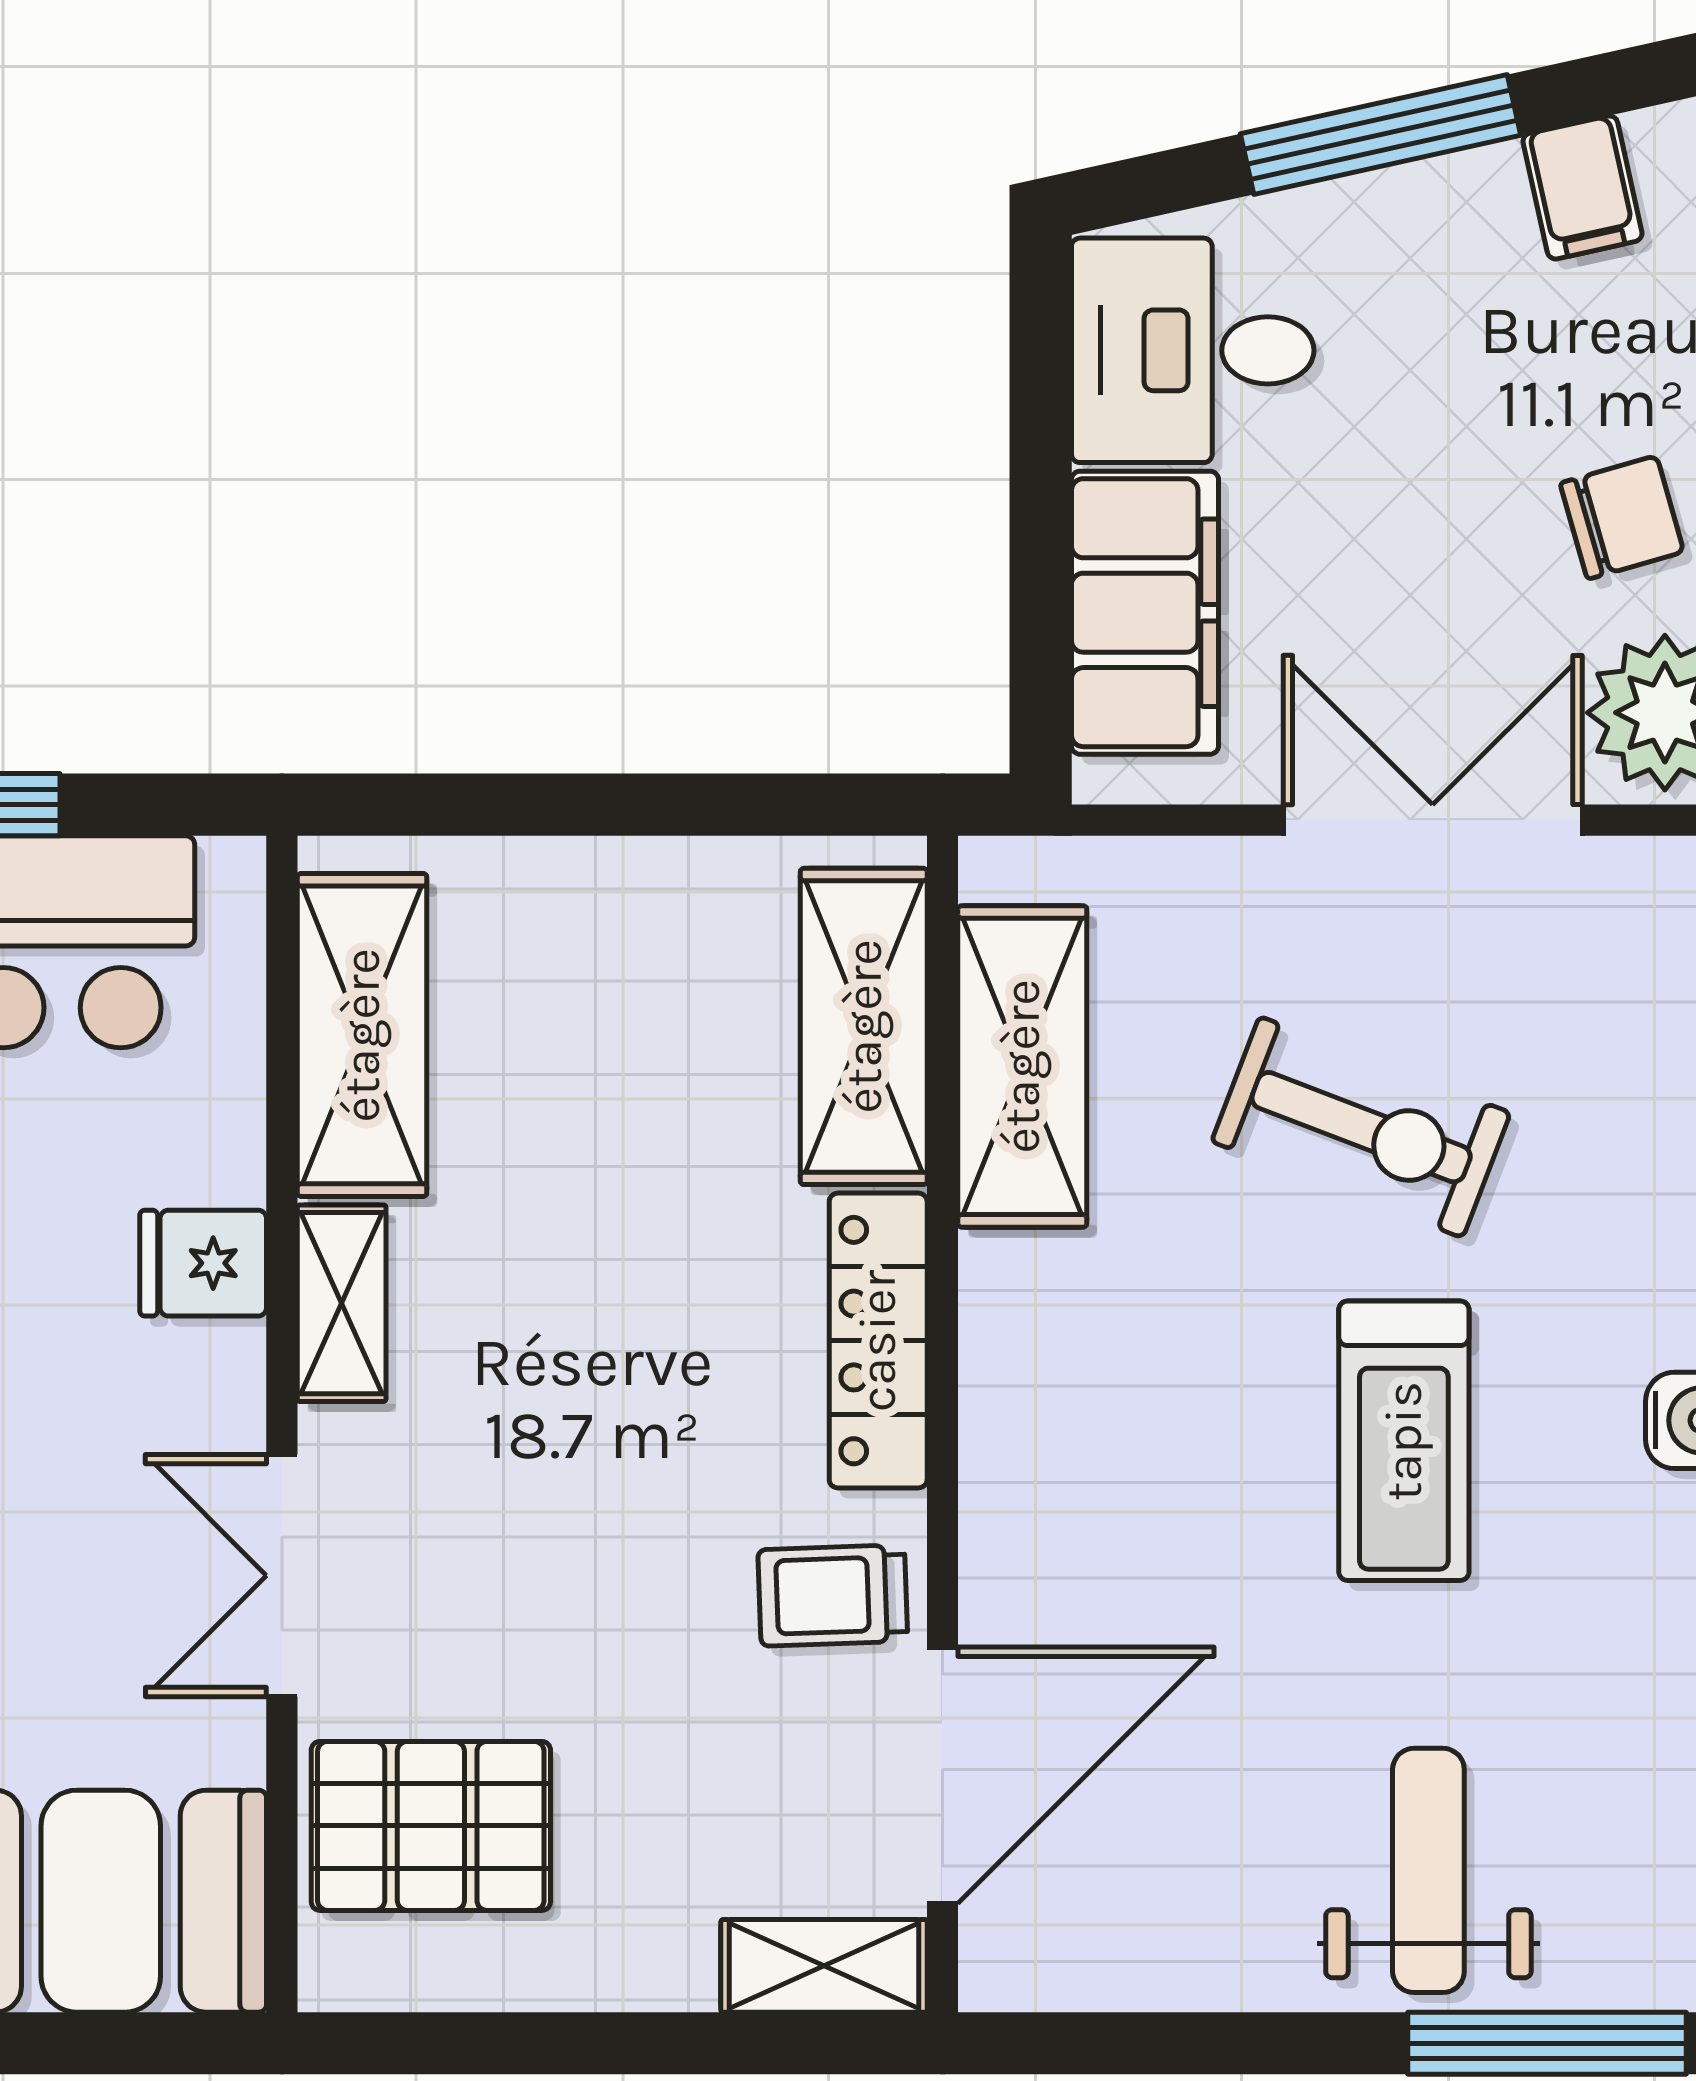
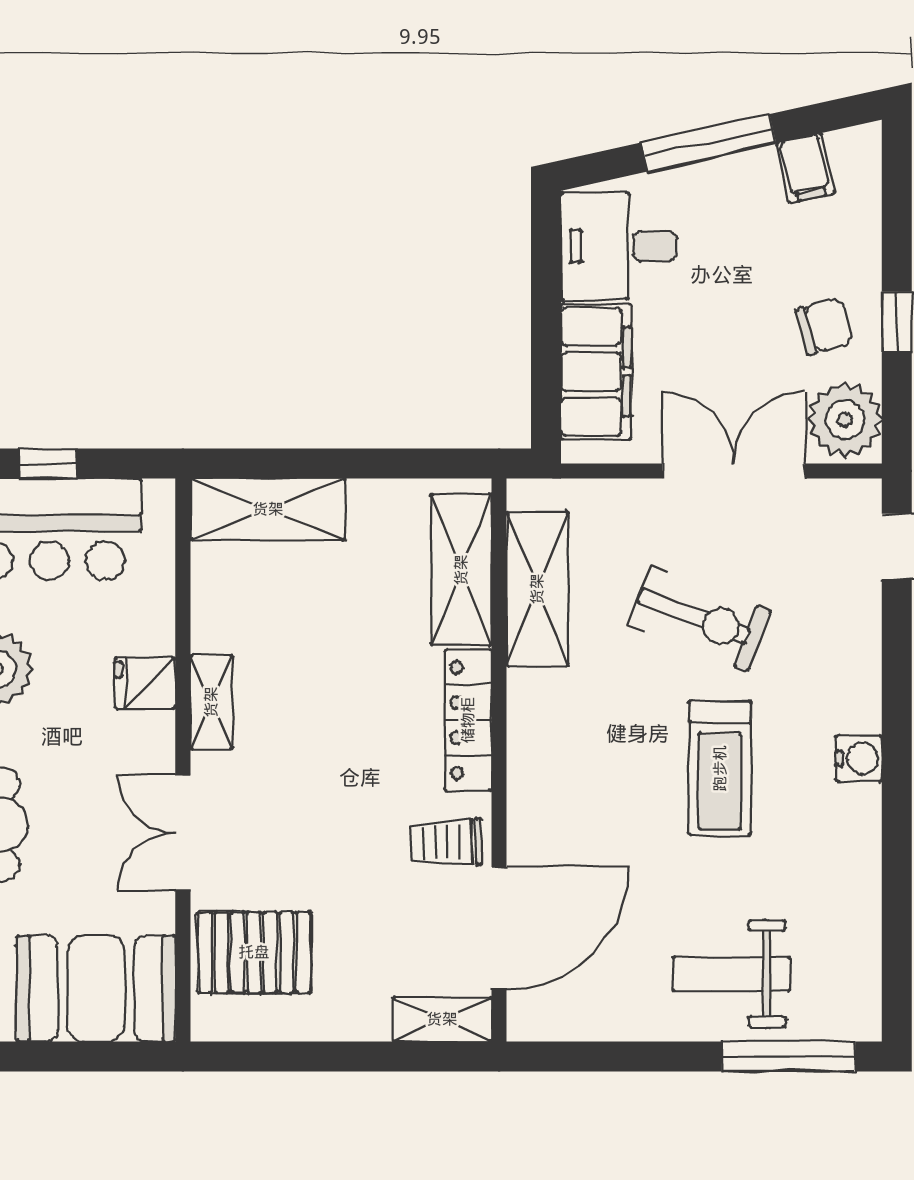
shelving: (362, 1035) -> (268, 509), moved, turned 90
weight bench: (1428, 1870) -> (732, 974), turned -90

